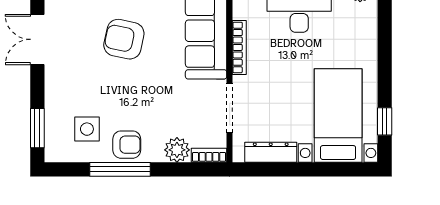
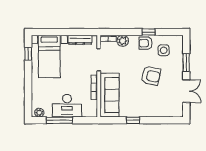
armchair: (124, 39) -> (151, 76), moved
window: (37, 128) -> (186, 63), moved
window: (120, 169) -> (149, 32), width x0.46

